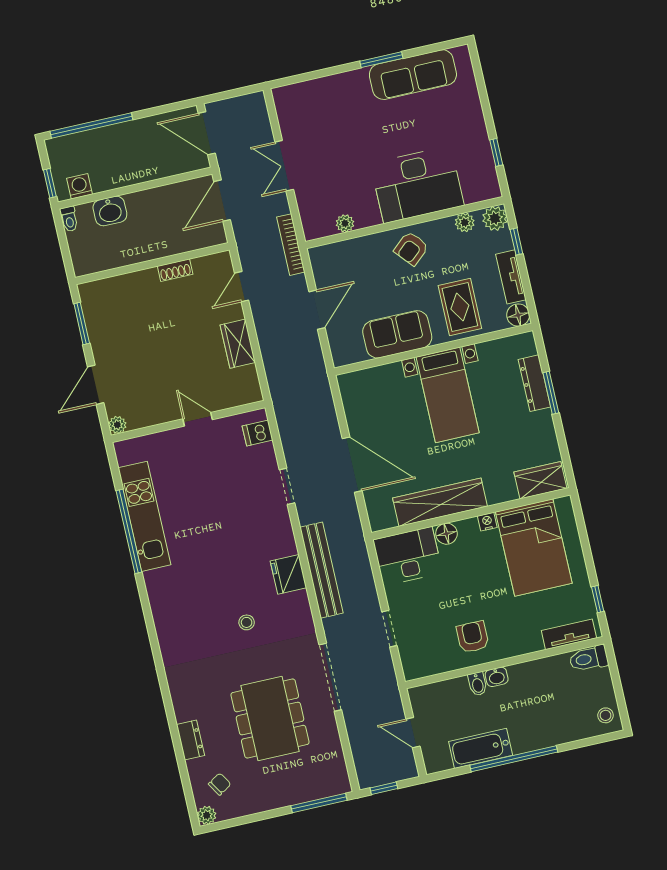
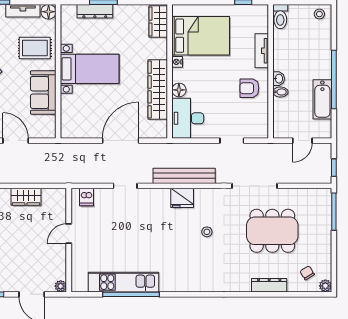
tv unit: (569, 634) -> (262, 51), moved
dresser: (190, 740) -> (269, 285), width x1.44

